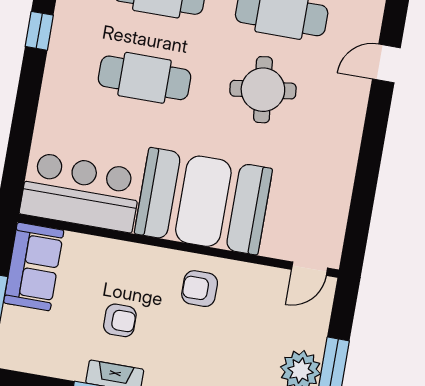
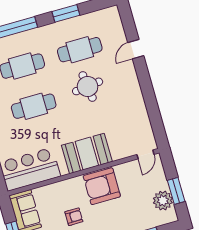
booth: (203, 201) -> (87, 153), width x0.73, depth x0.70
armchair: (200, 289) -> (102, 186), width x1.88, depth x1.88

